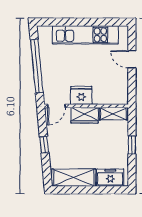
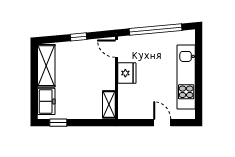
door: (132, 59) -> (162, 123), hinge flipped
wardrobe: (85, 115) -> (107, 76), removed
window: (132, 145) -> (58, 123), moved

